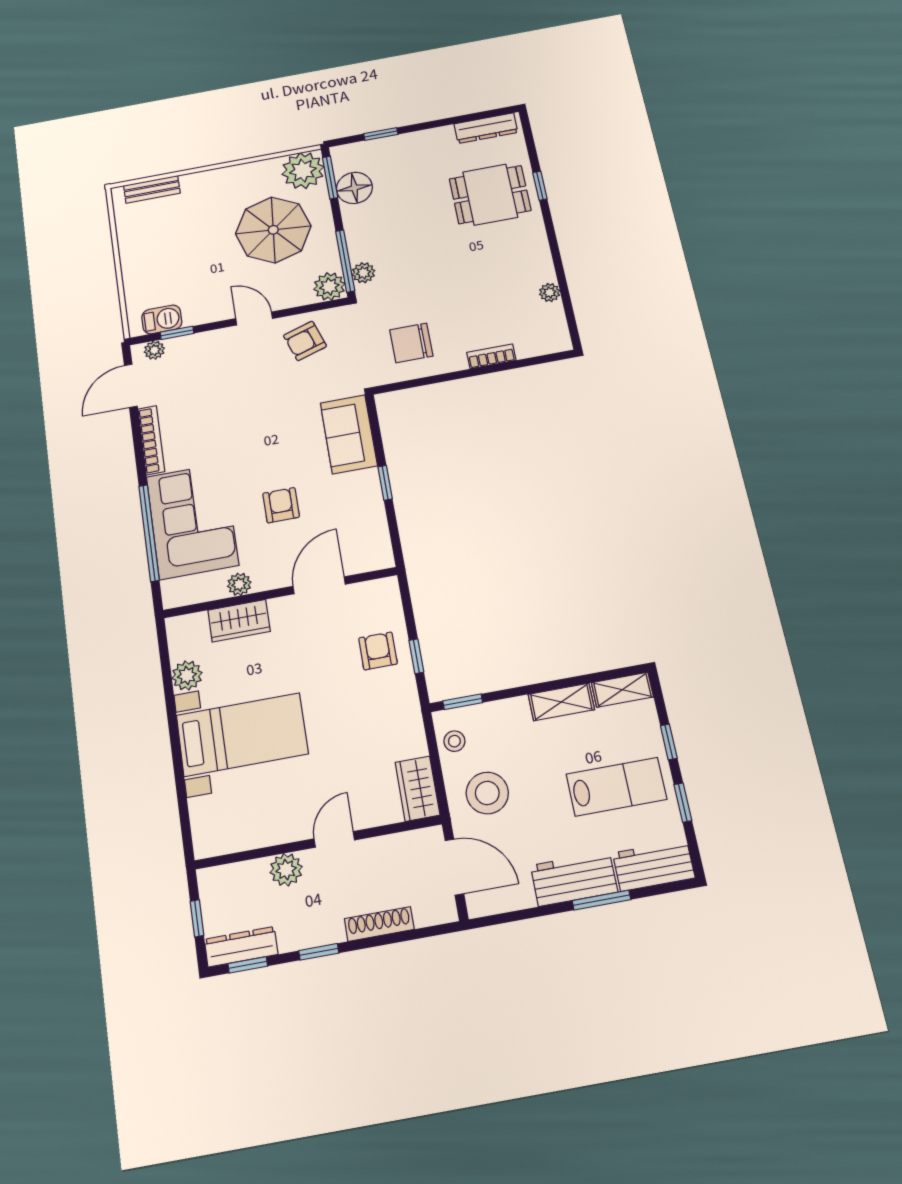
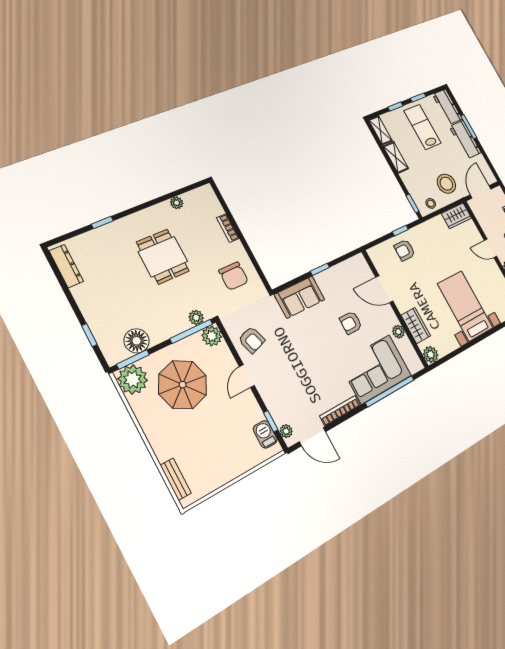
dining table: (490, 195) -> (163, 257), moved
plant: (187, 675) -> (431, 354), moved

